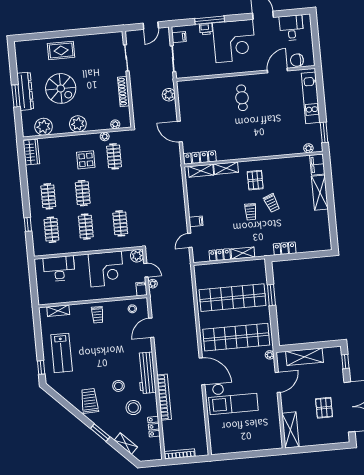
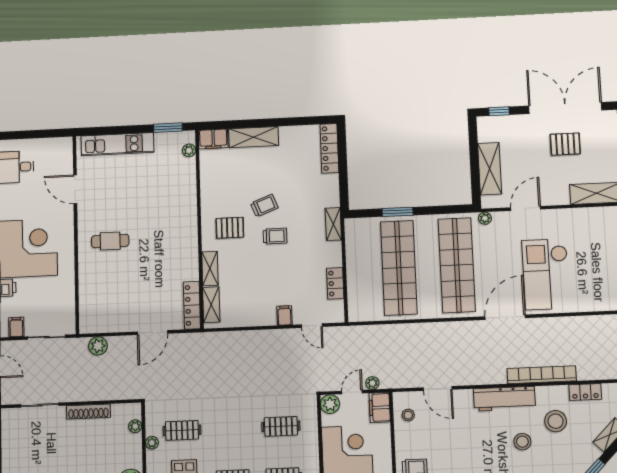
chair: (297, 60) -> (63, 161), removed
locker: (285, 249) -> (329, 148), moved, width x1.53
shelving: (243, 253) -> (333, 224), moved
filing cabinet: (141, 289) -> (380, 407), width x2.00
door: (278, 382) -> (526, 208), hinge flipped
checkout: (233, 398) -> (546, 274), turned 180

